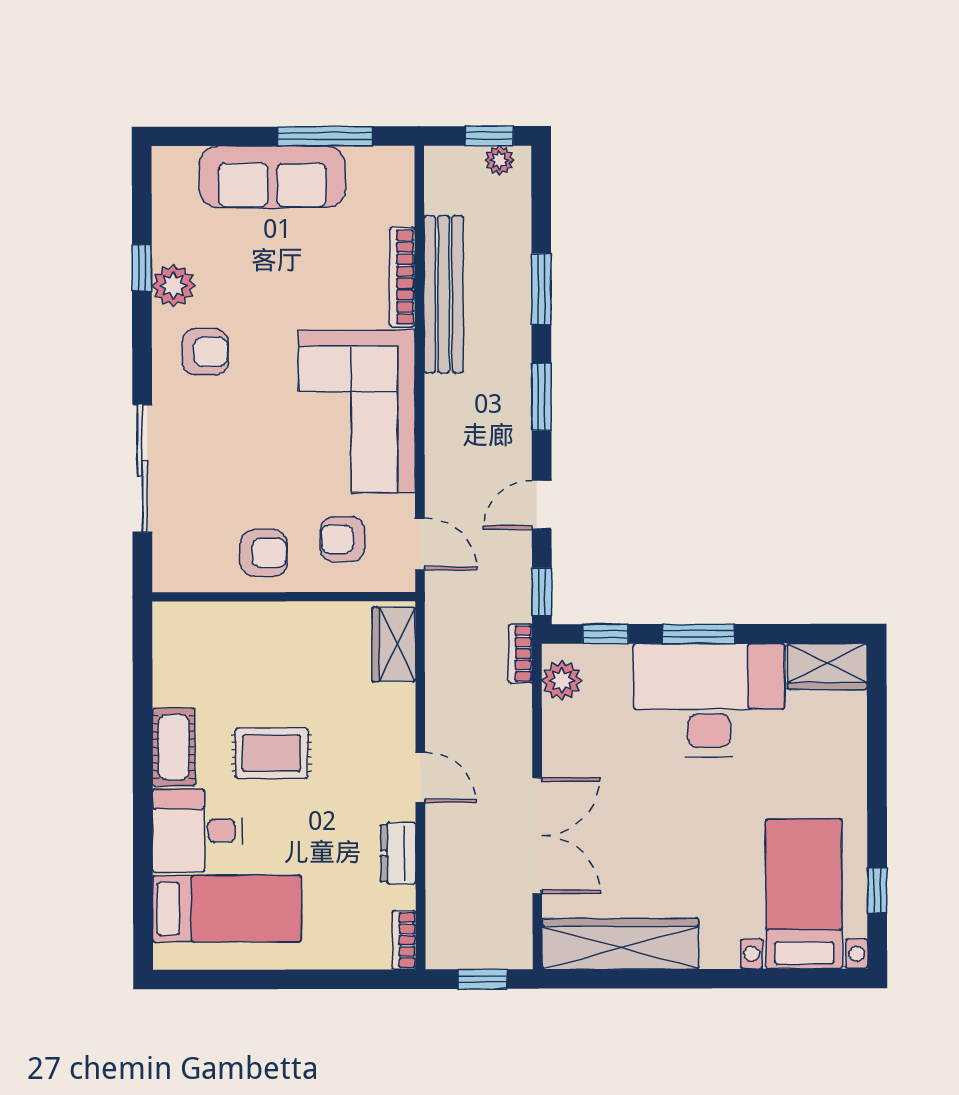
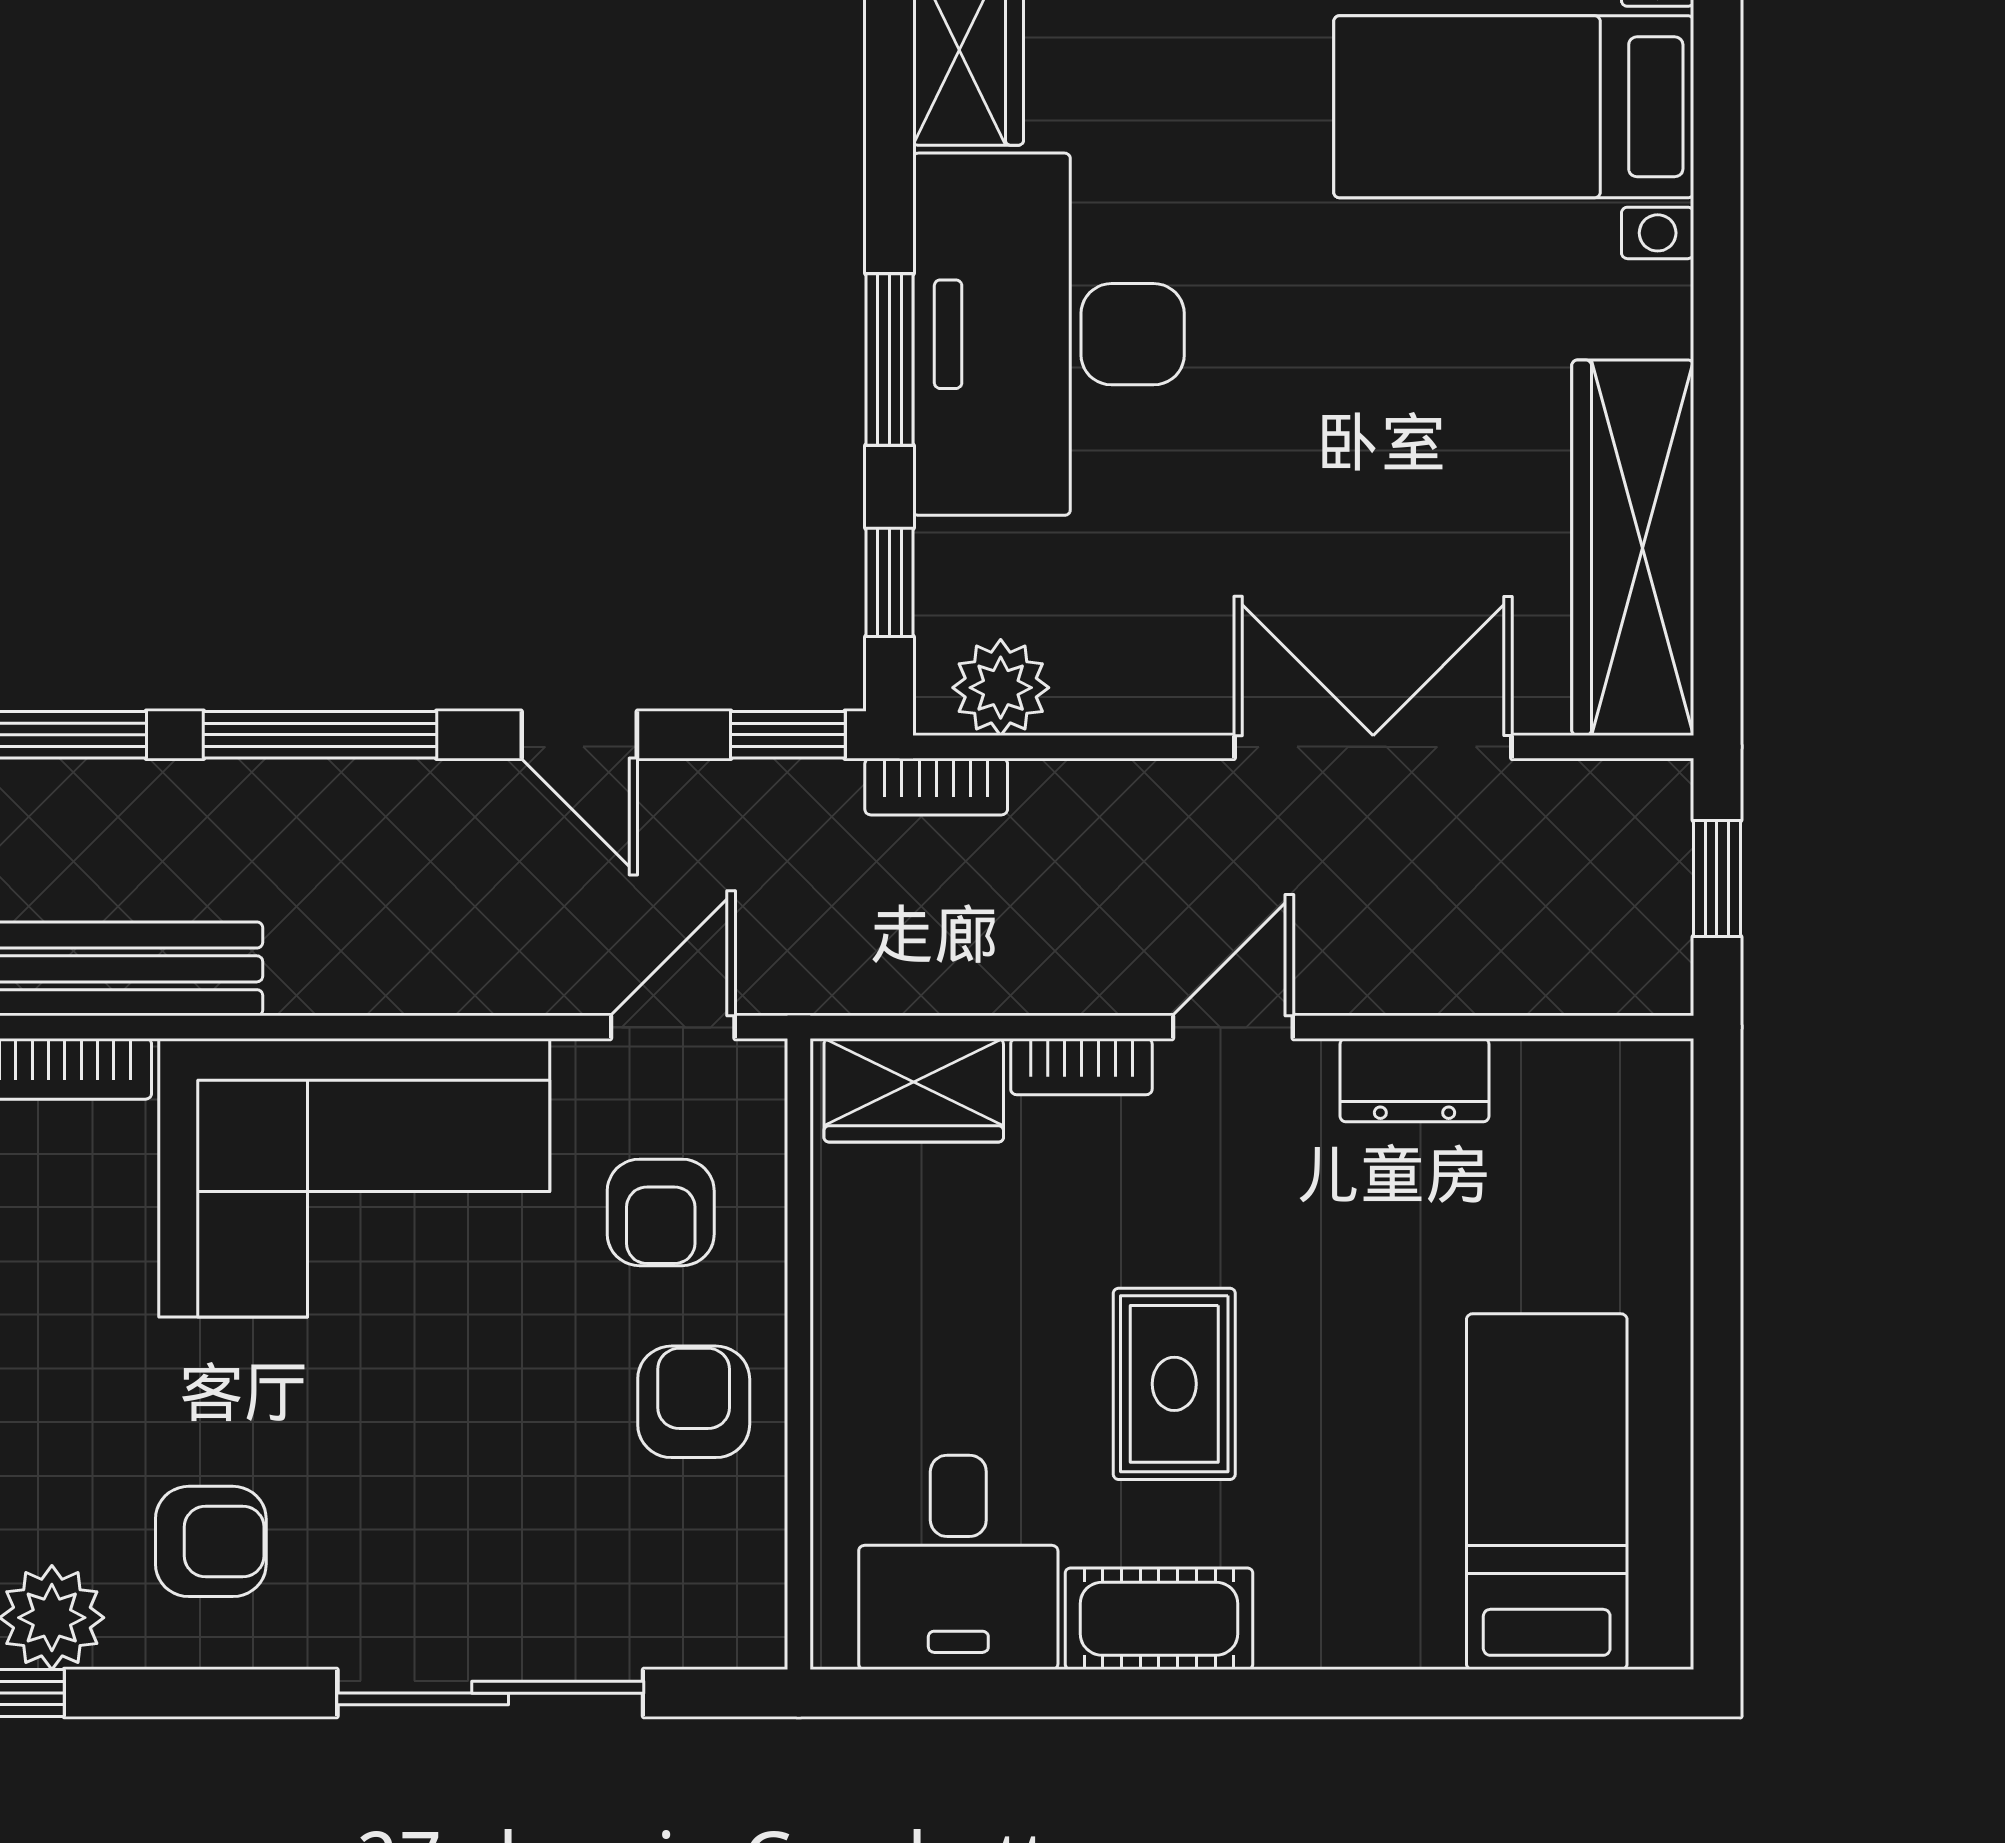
armchair: (205, 352) -> (211, 1541), turned 90
window: (541, 397) -> (320, 735), width x1.44
desk: (197, 831) -> (958, 1562), moved
bookcase: (404, 940) -> (1081, 1067), moved

